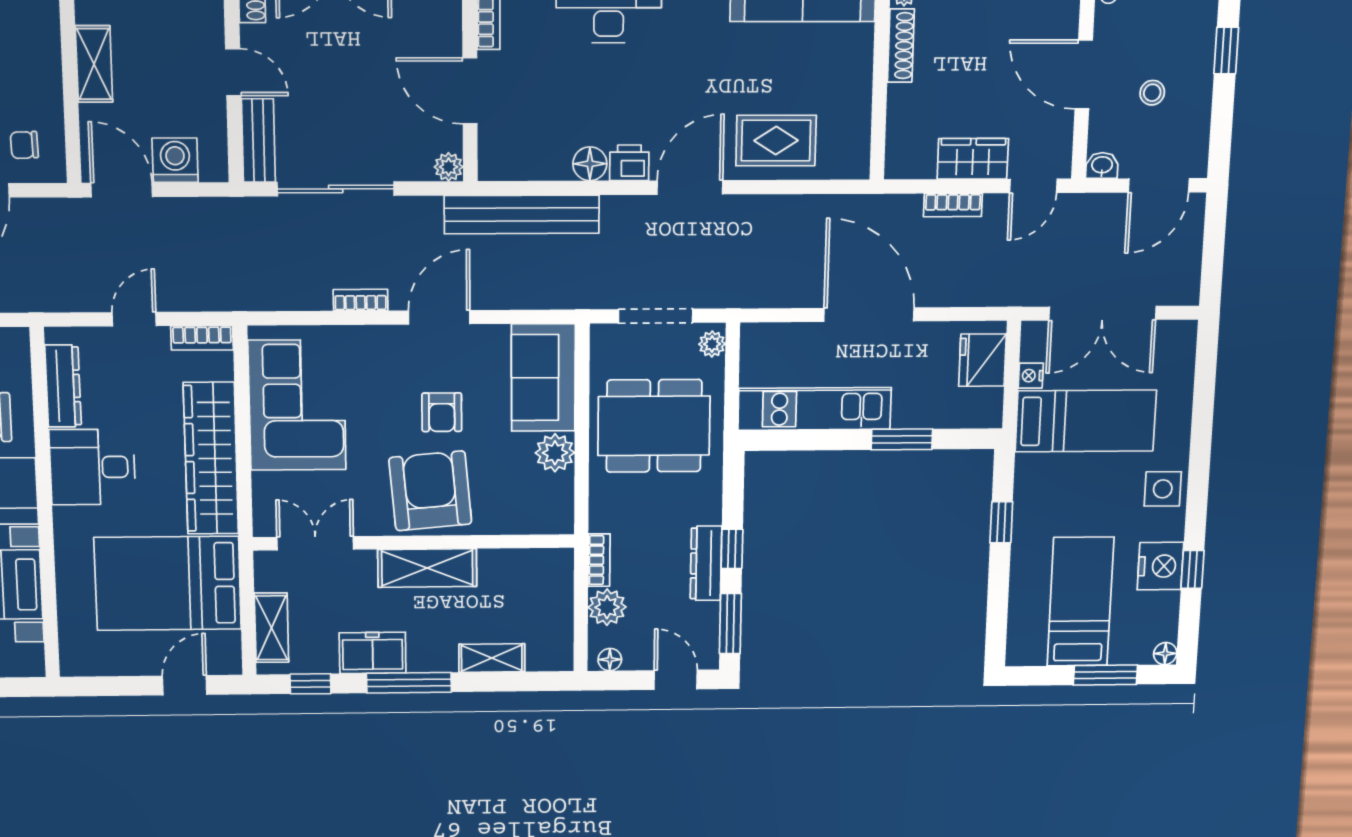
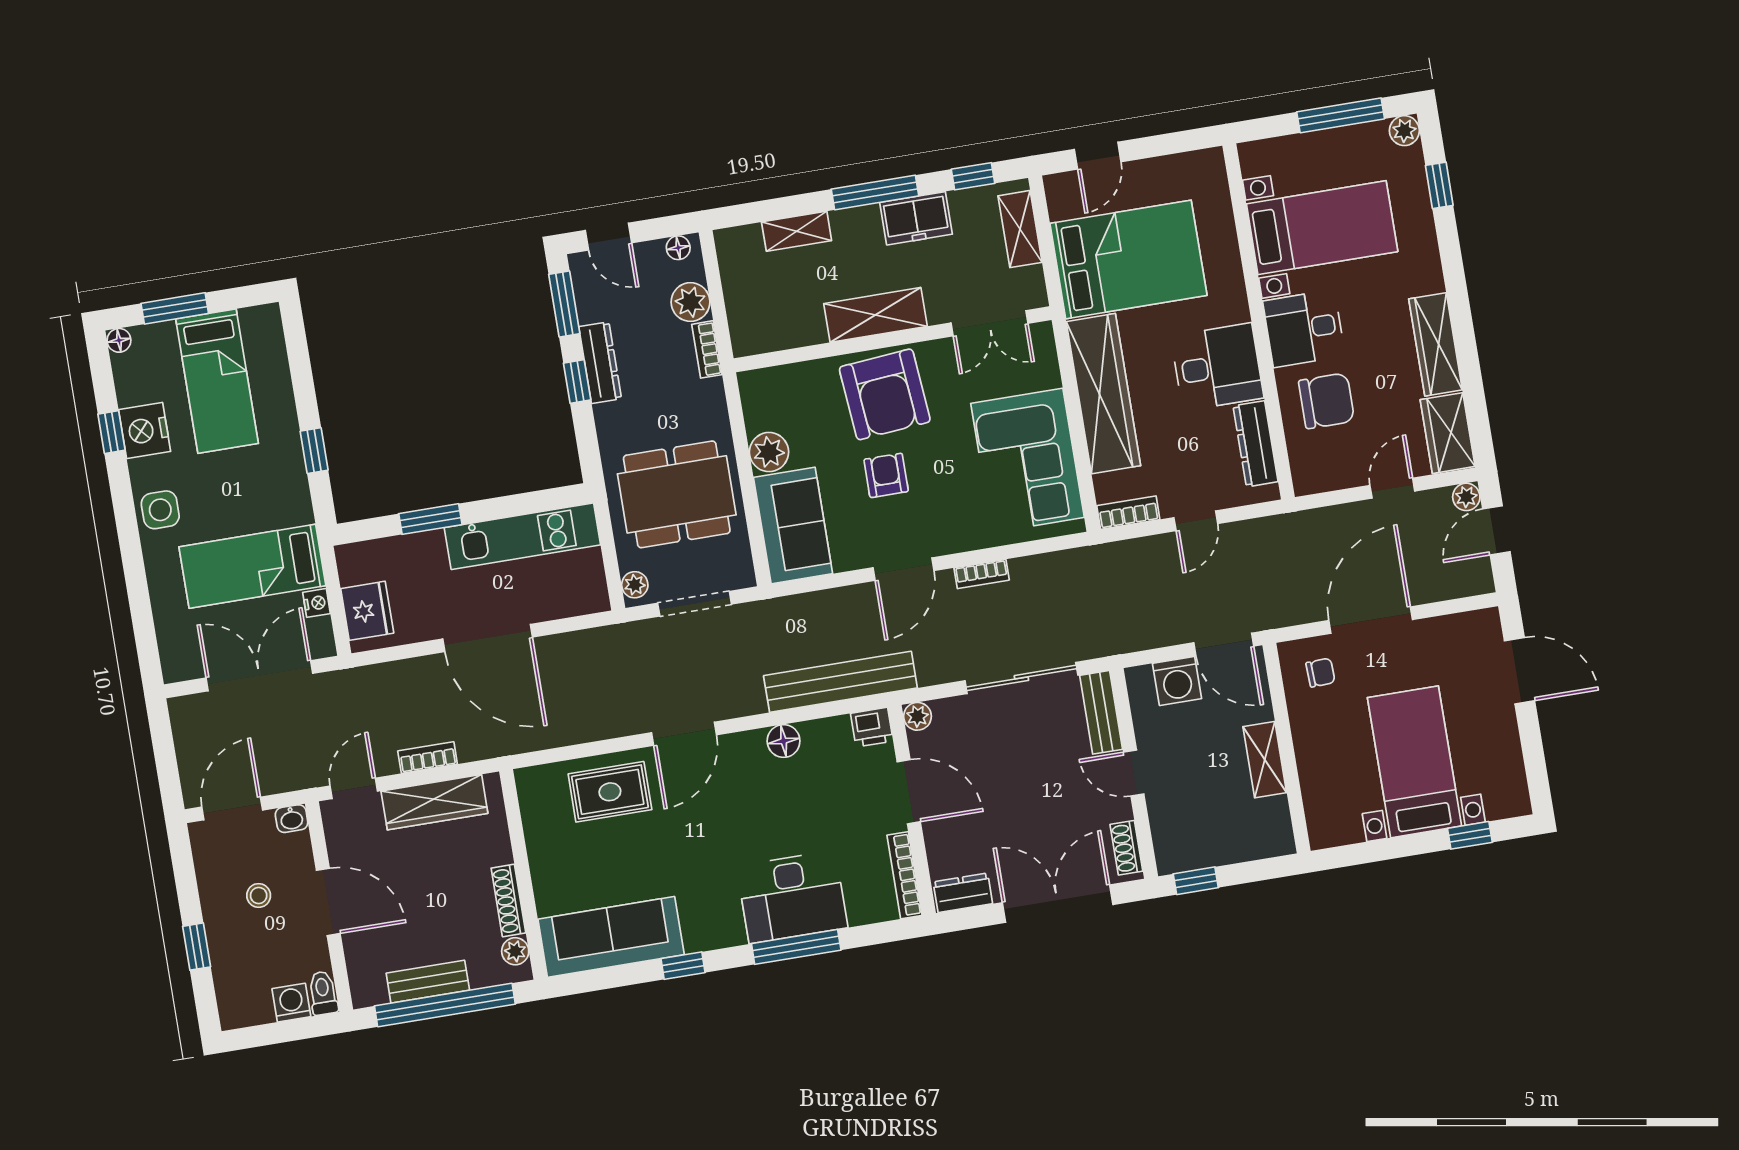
wardrobe: (973, 159) -> (434, 802), width x1.50
printer: (629, 163) -> (872, 727), moved

